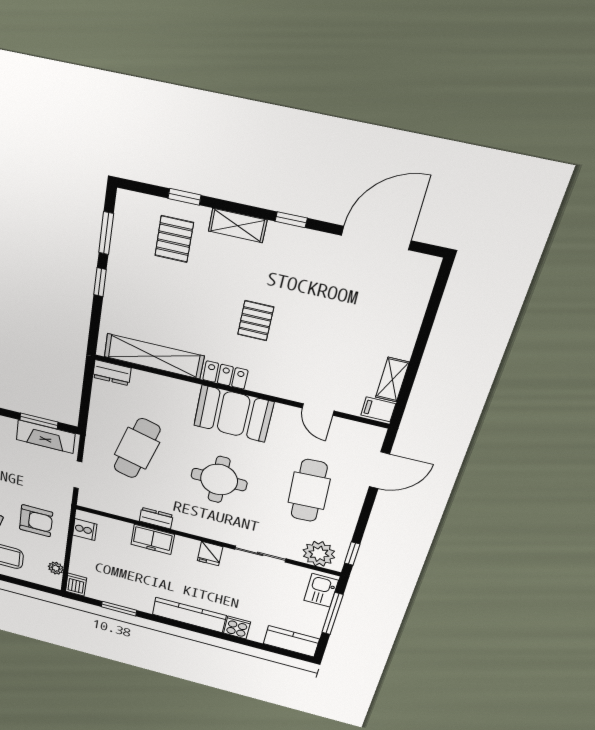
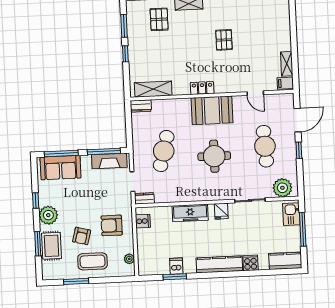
pallet: (256, 321) -> (224, 40), moved
shelving: (154, 356) -> (153, 89), width x0.68
window: (39, 421) -> (104, 151), width x1.44
dresser: (156, 518) -> (144, 198), moved
armchair: (36, 521) -> (112, 225), turned 180
freezer: (153, 539) -> (190, 213), width x1.40
window: (352, 554) -> (299, 150), moved
dishwasher: (76, 585) -> (176, 266), moved

